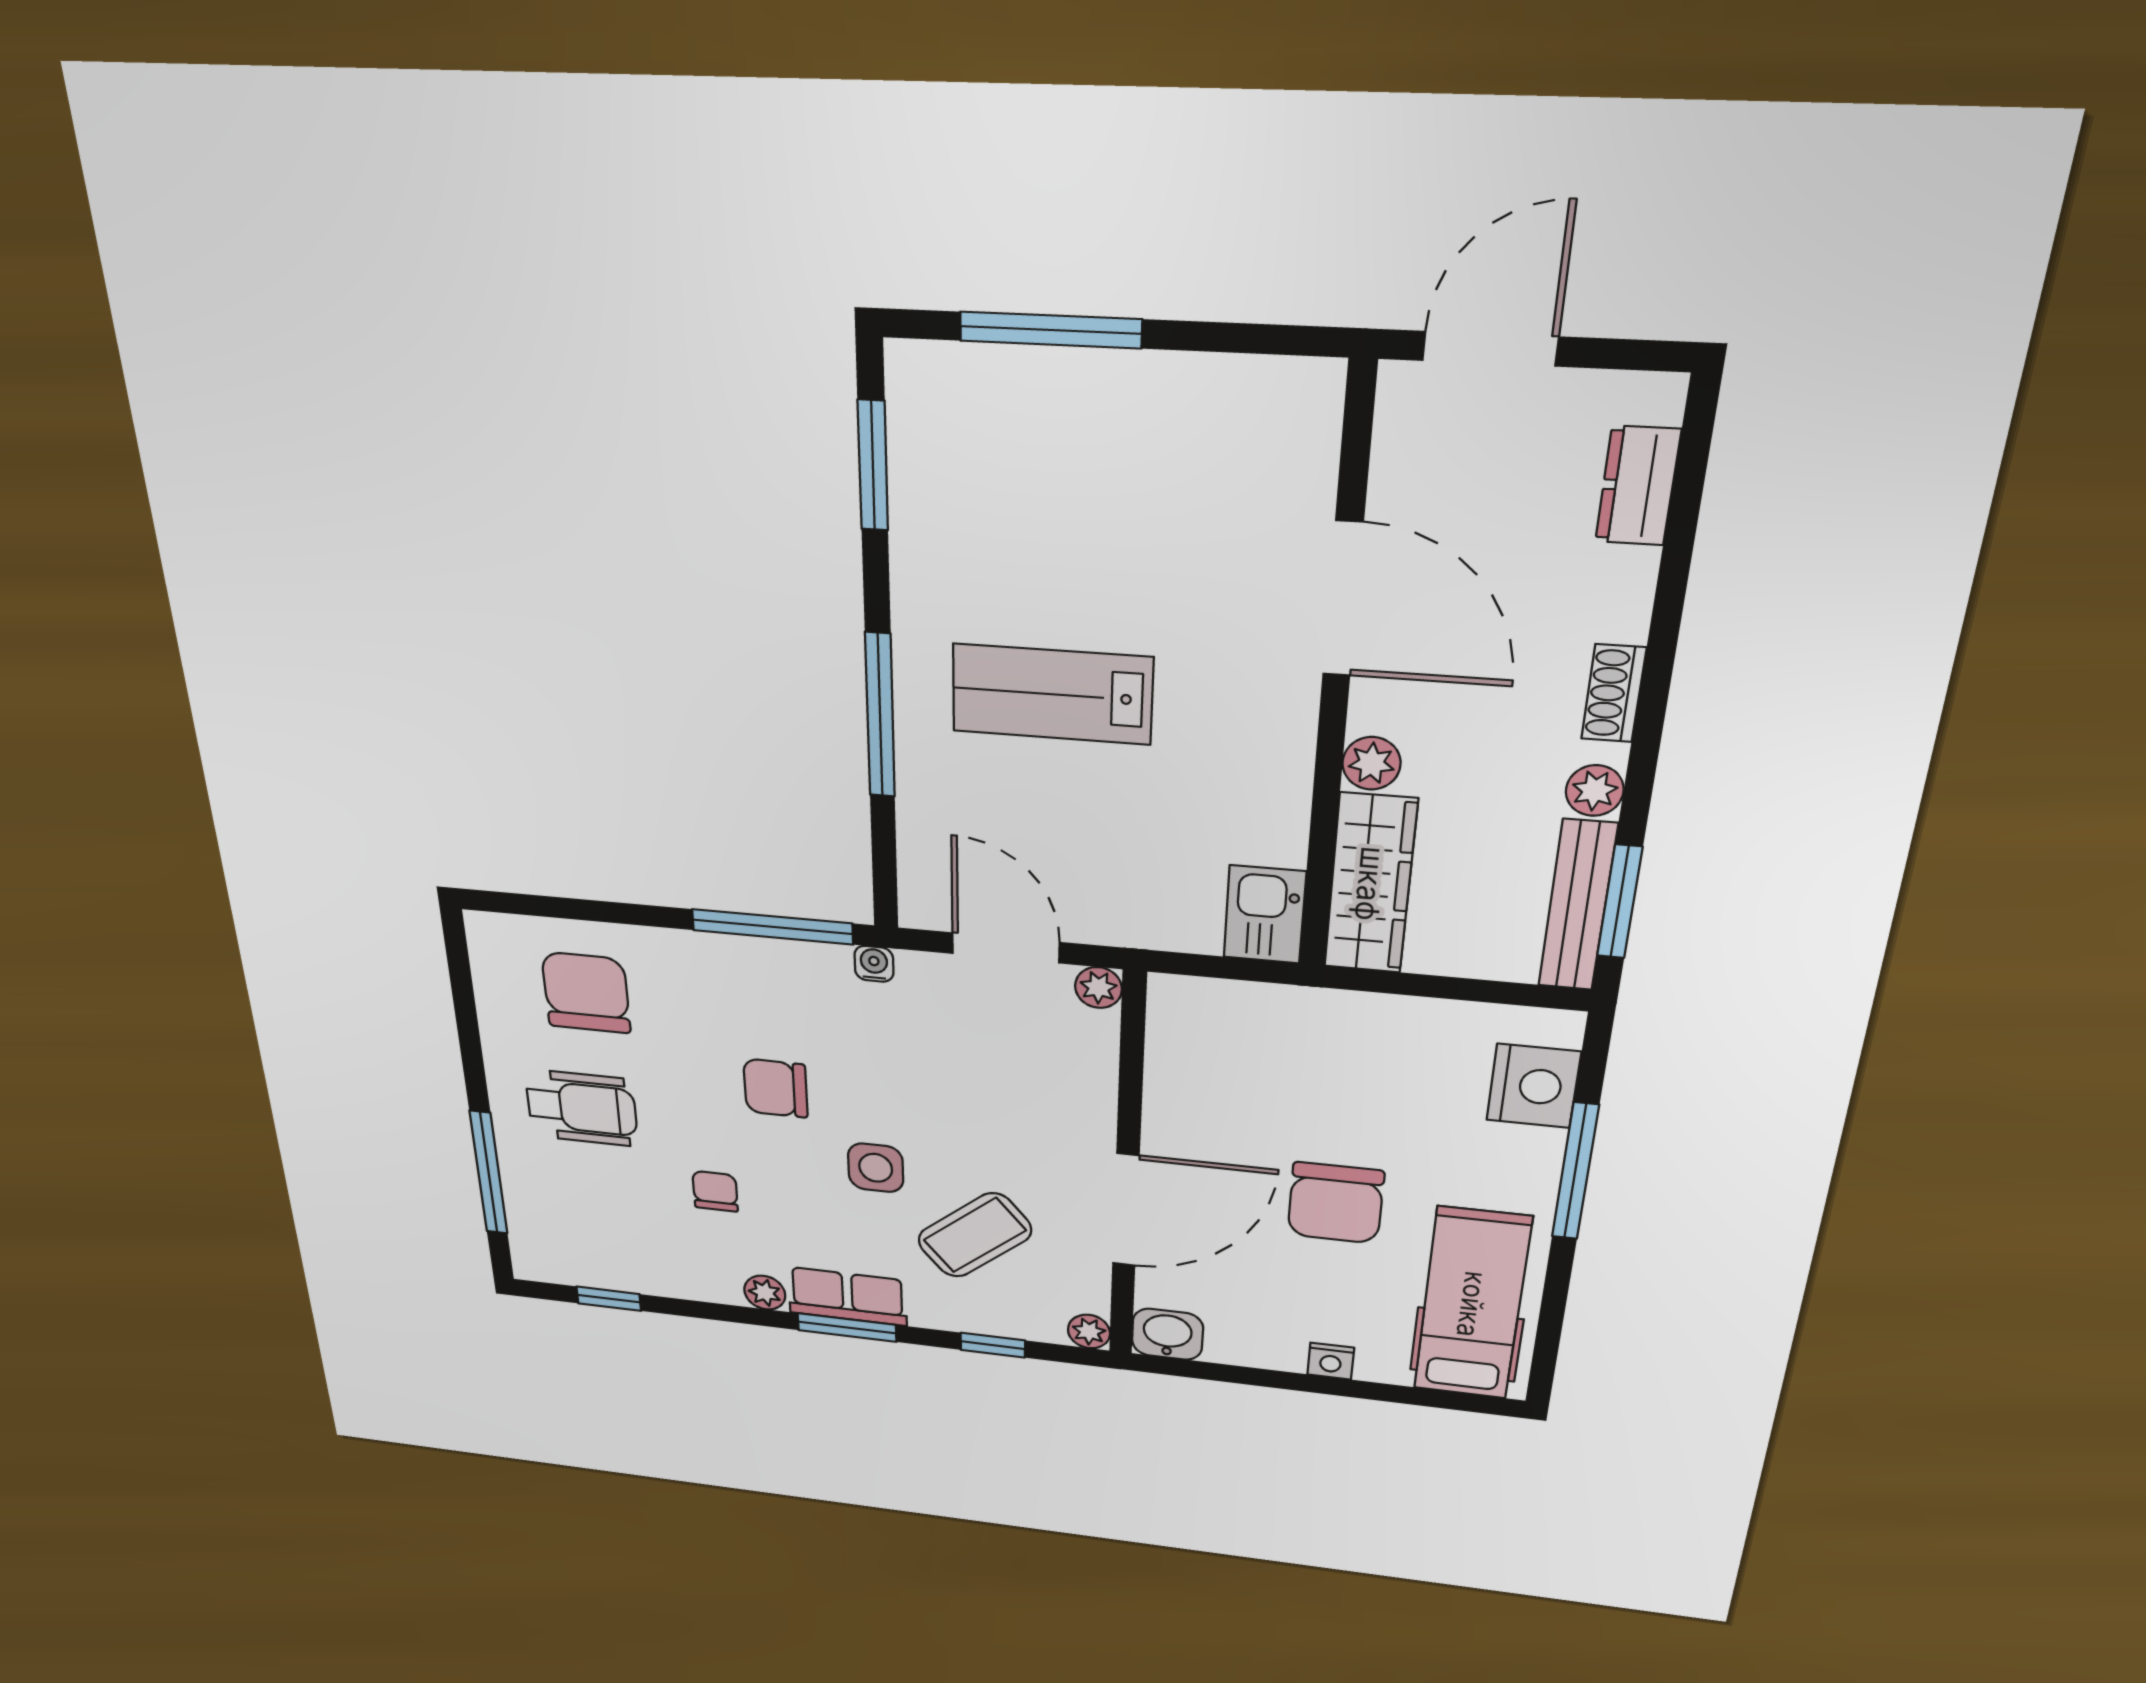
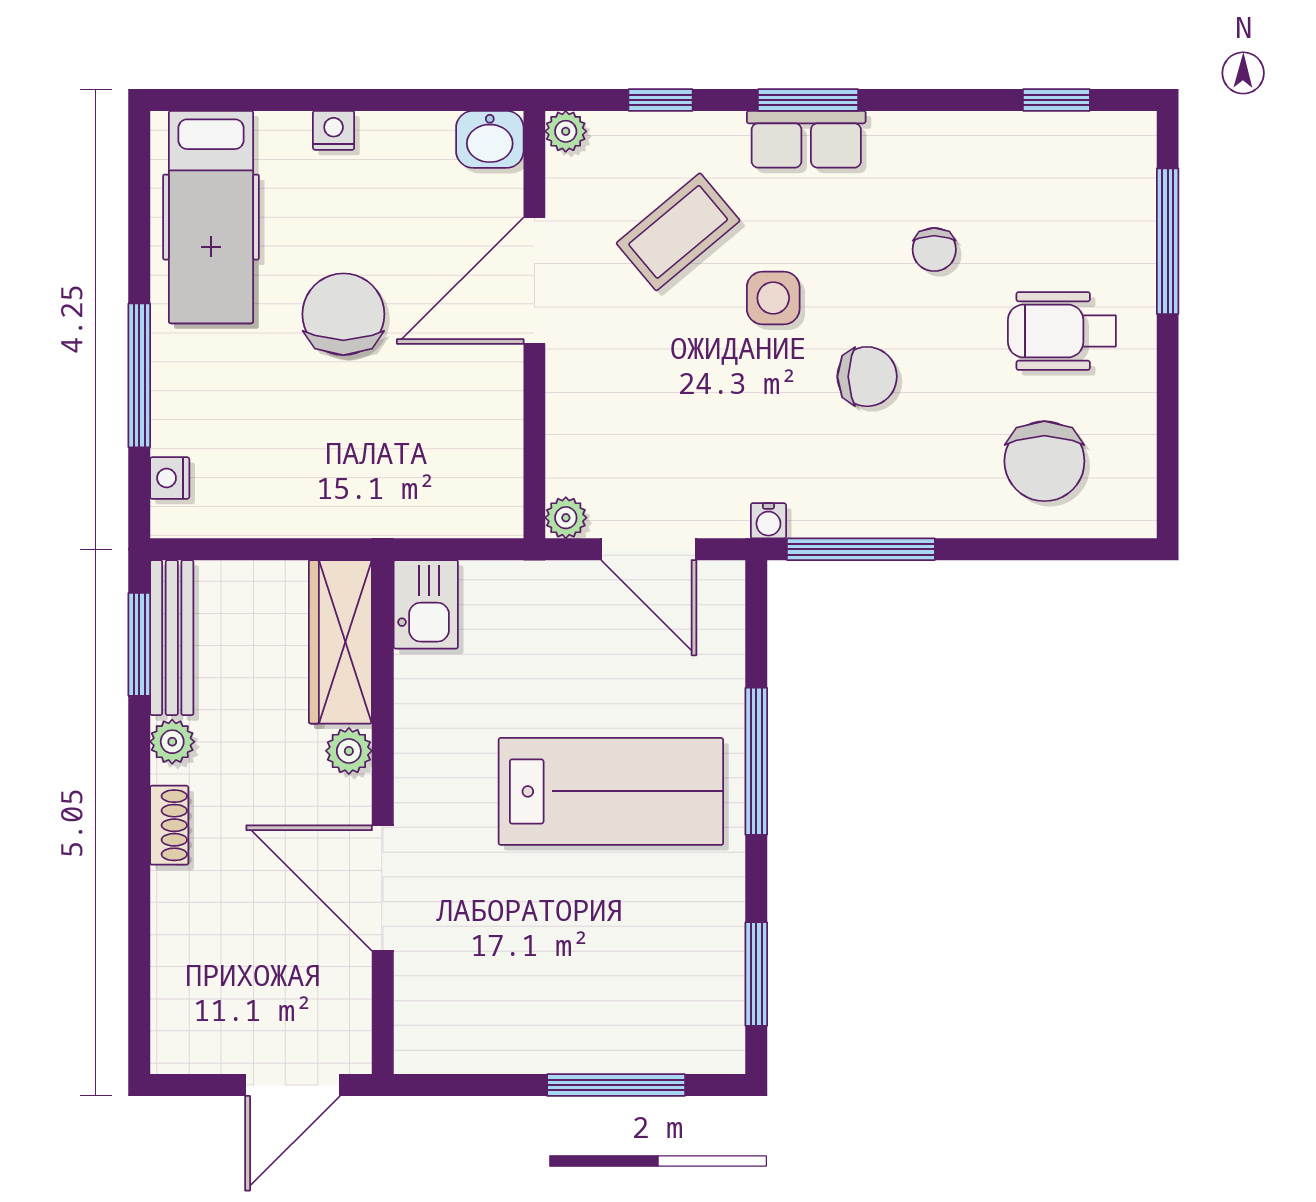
dresser: (1638, 486) -> (175, 990), removed
lab bench: (1052, 694) -> (611, 791), width x1.36, depth x1.39
nightstand: (1534, 1086) -> (170, 478), width x0.53, depth x0.56
plant: (765, 1293) -> (891, 132), removed

